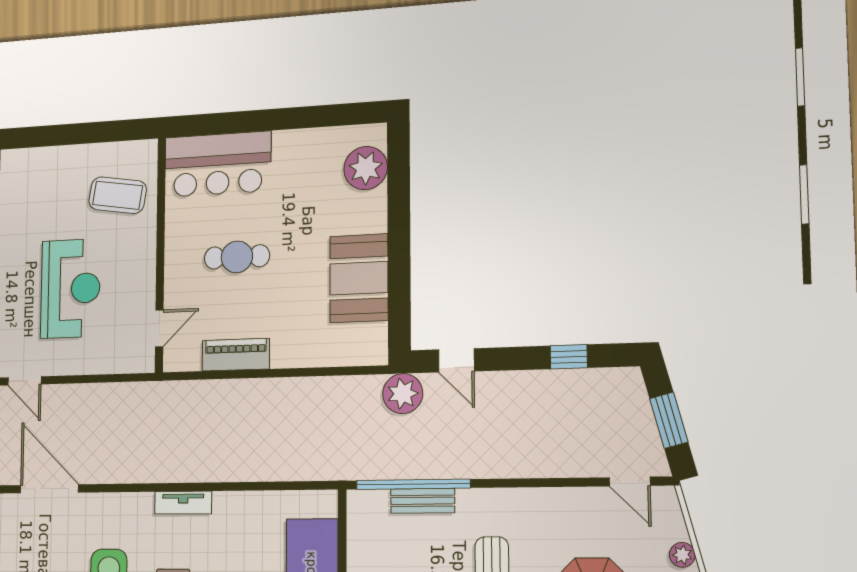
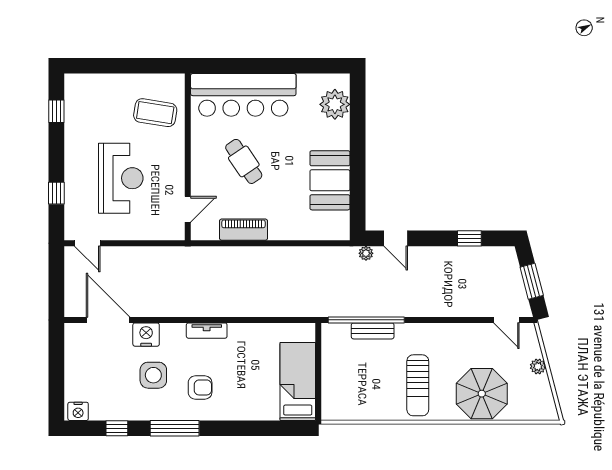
bar counter: (218, 164) -> (243, 95), width x1.36
cafe table: (237, 257) -> (244, 161), turned 56
plant: (403, 394) -> (366, 253), width x0.53, depth x0.53
nightstand: (100, 509) -> (146, 335), added

